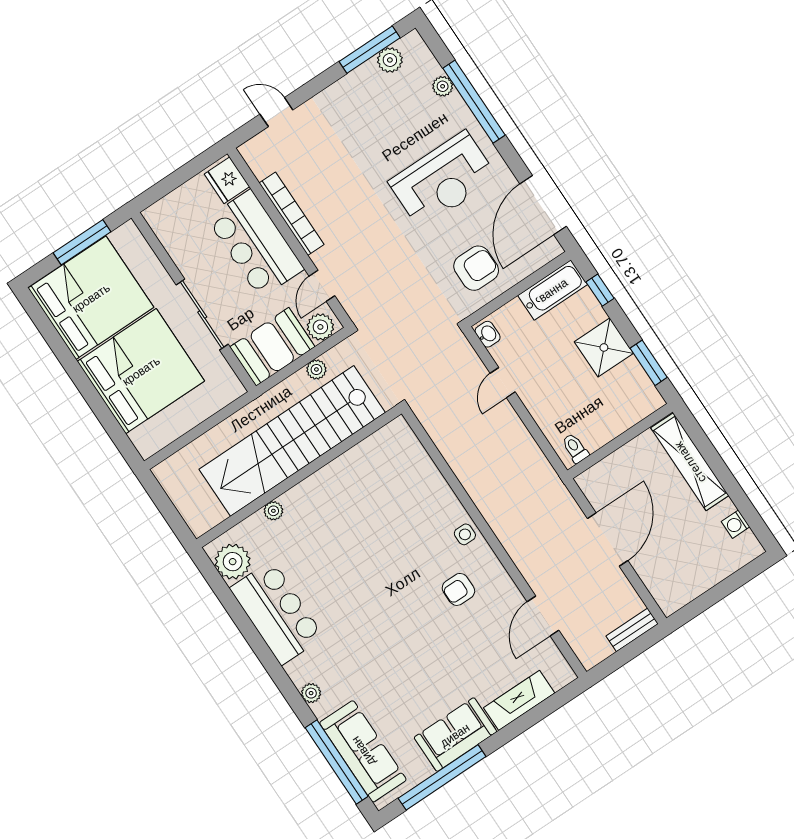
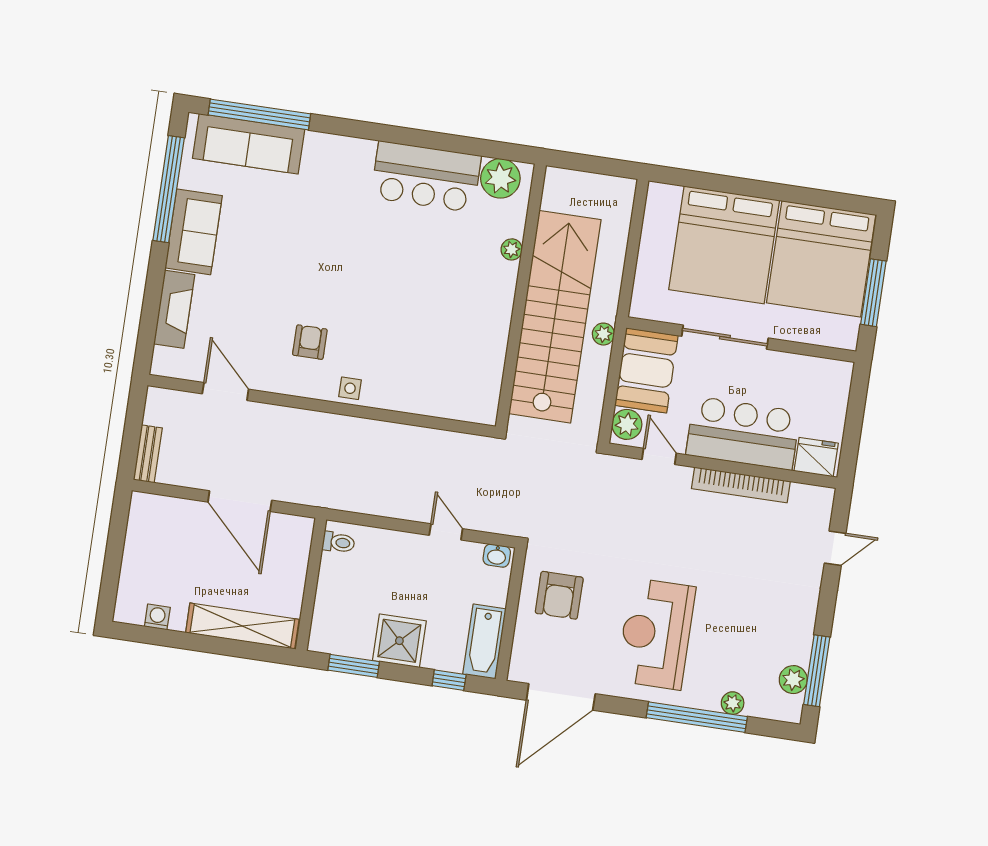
door: (543, 205) -> (561, 697), swing flipped
plant: (316, 369) -> (603, 334), moved
plant: (311, 693) -> (335, 145), removed

